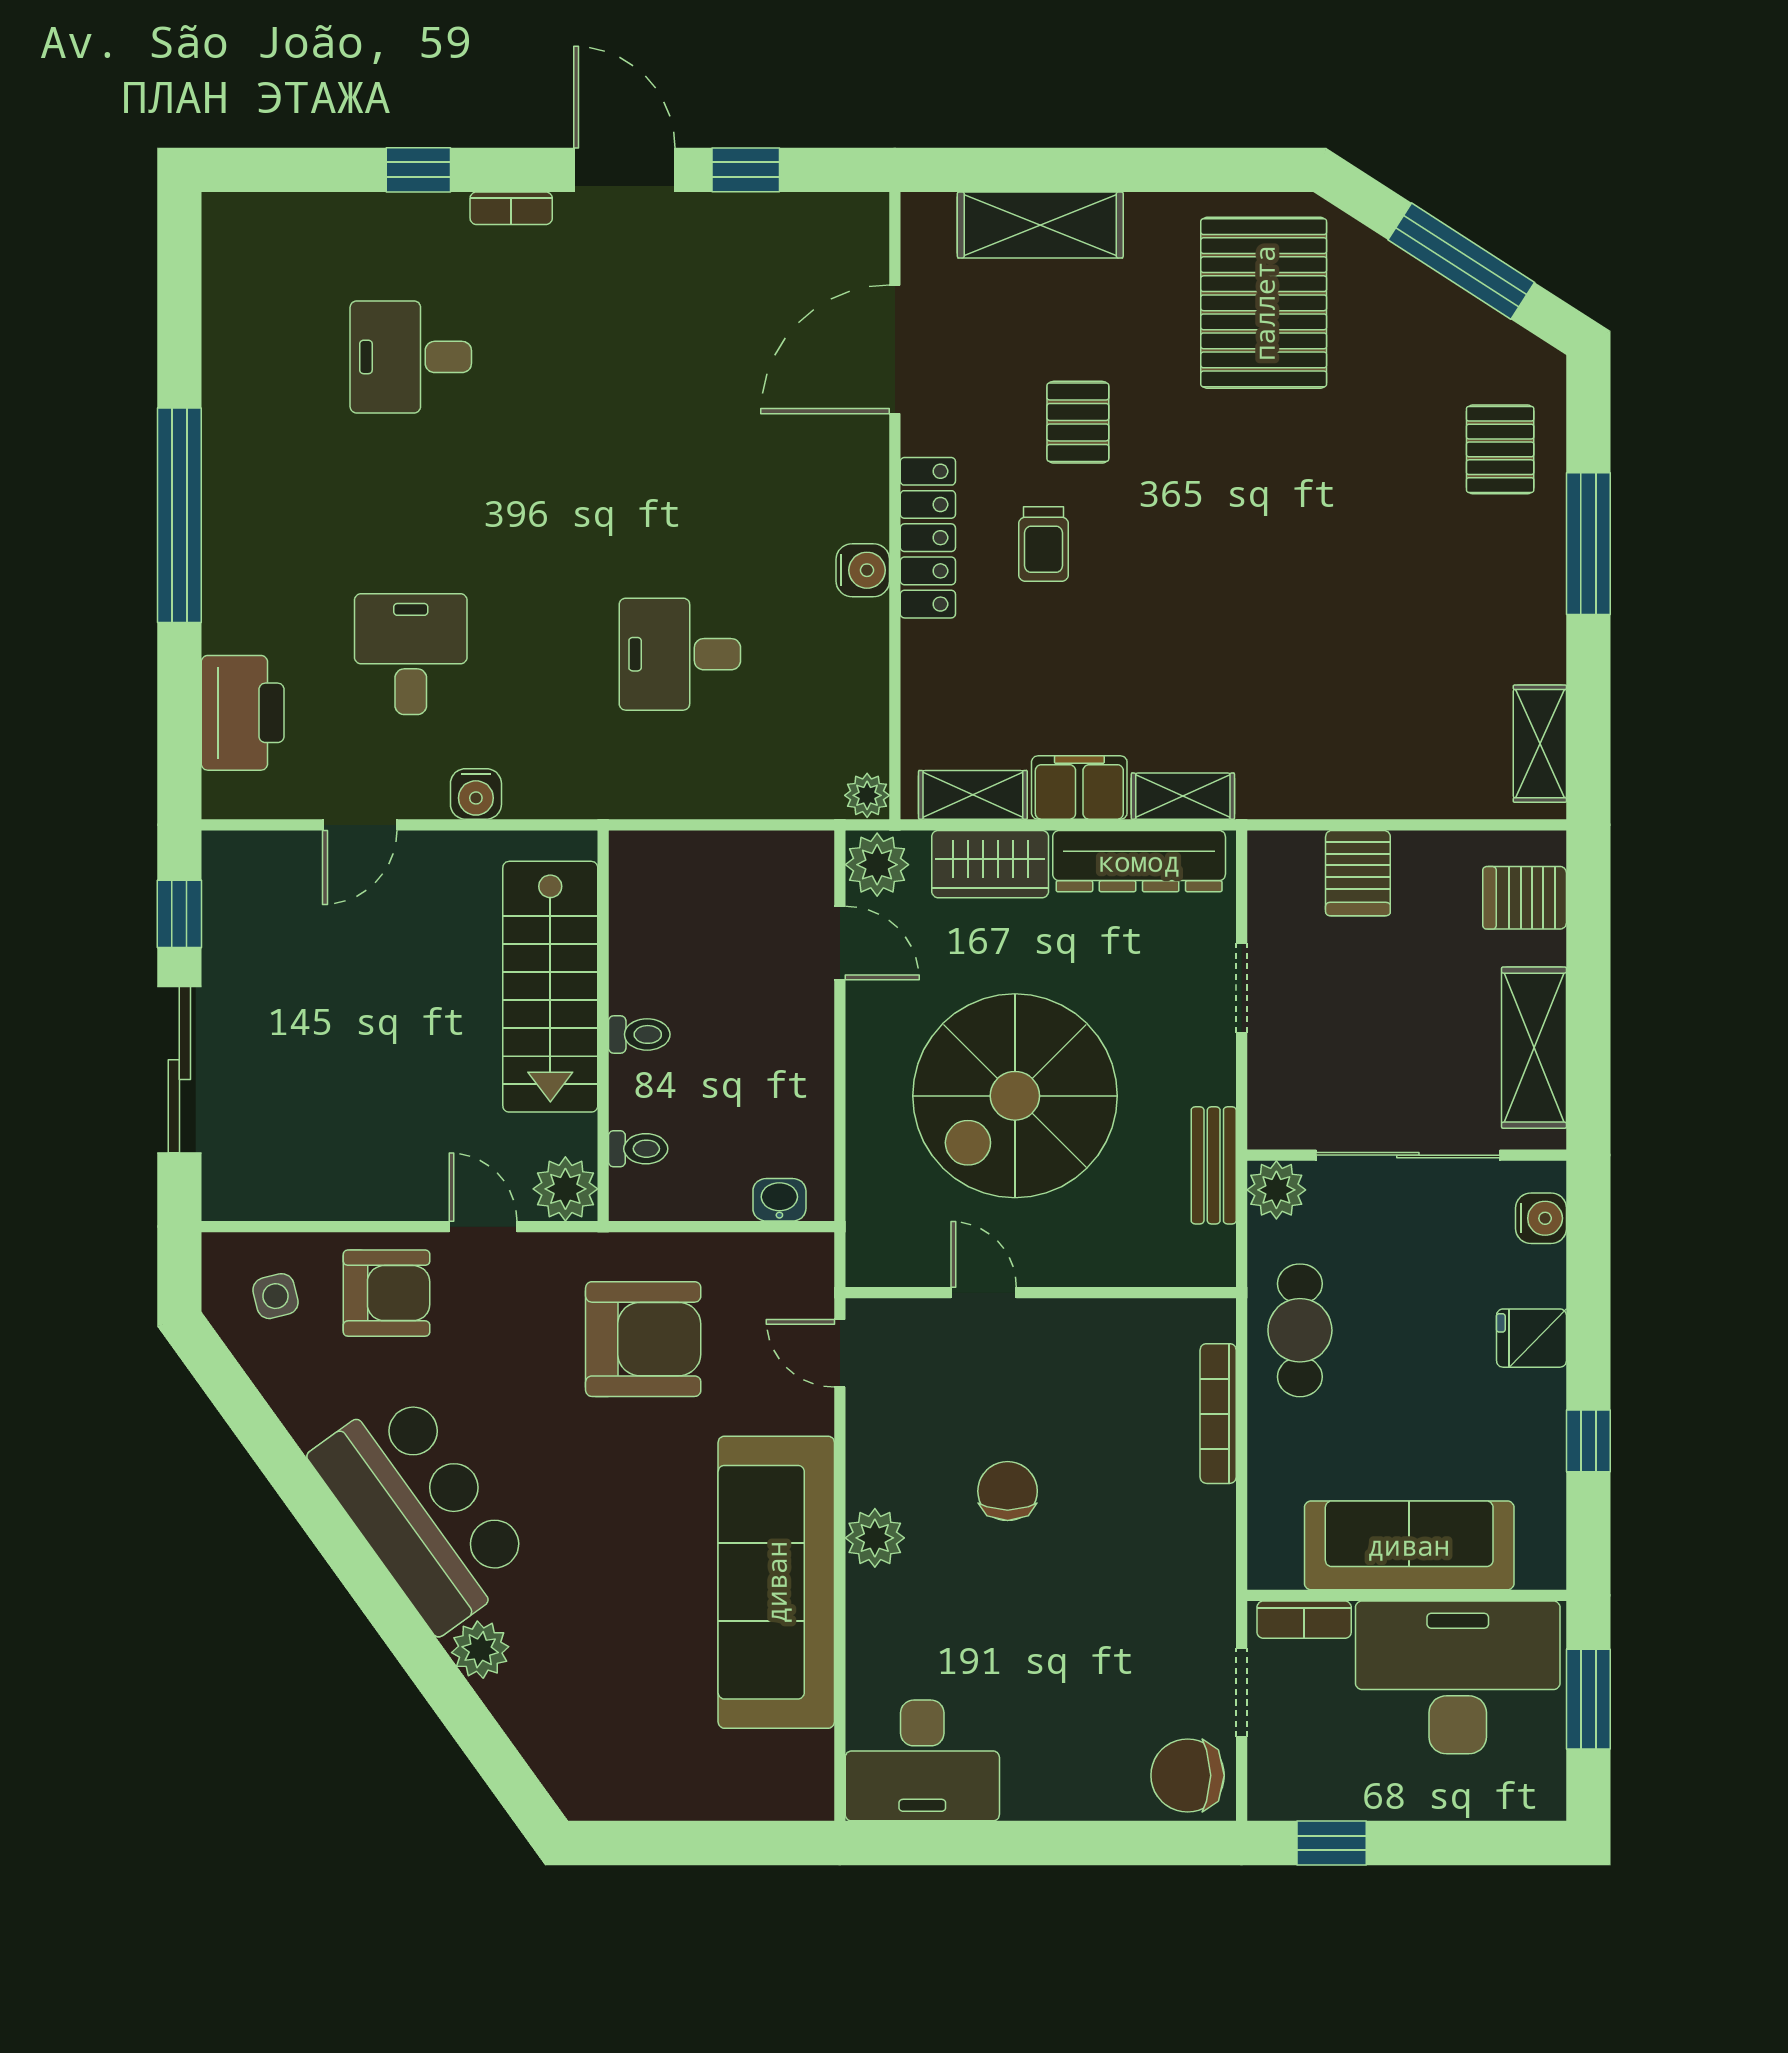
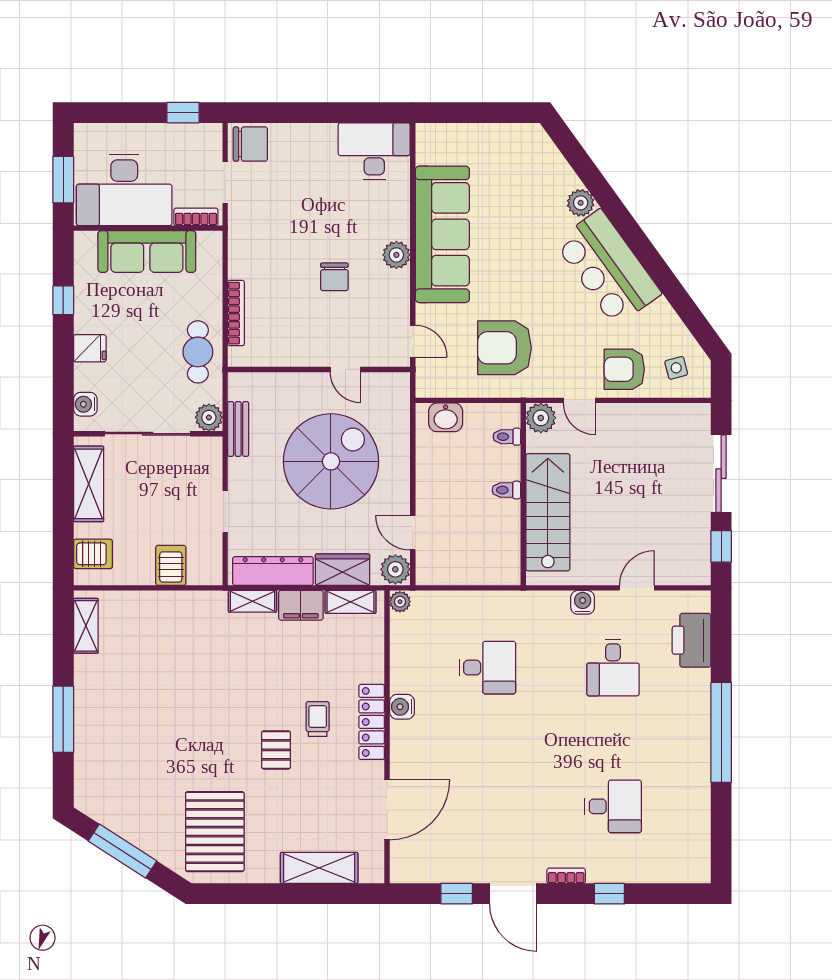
pallet: (1078, 422) -> (276, 750), moved
pallet: (1500, 449) -> (104, 763), removed
washbasin: (779, 1200) -> (446, 417), width x1.38, depth x1.45

